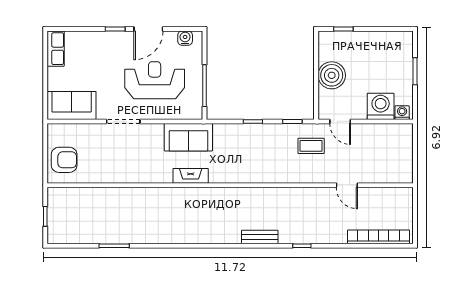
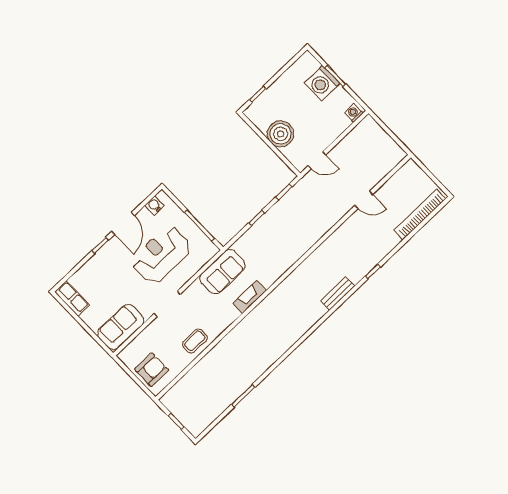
washing machine: (381, 106) -> (322, 83), moved, turned -90
coffee table: (311, 146) -> (195, 341), moved

